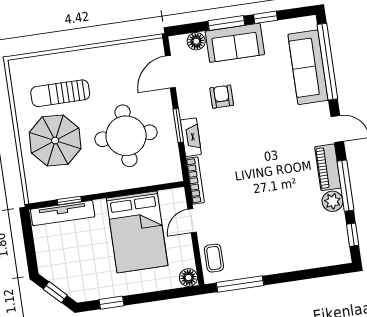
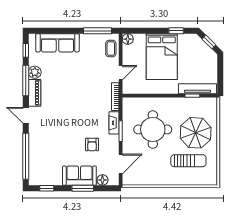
window: (266, 17) -> (47, 188), moved
sofa: (308, 67) -> (57, 43), moved, turned 90
bed: (137, 232) -> (162, 57), moved, turned 180

